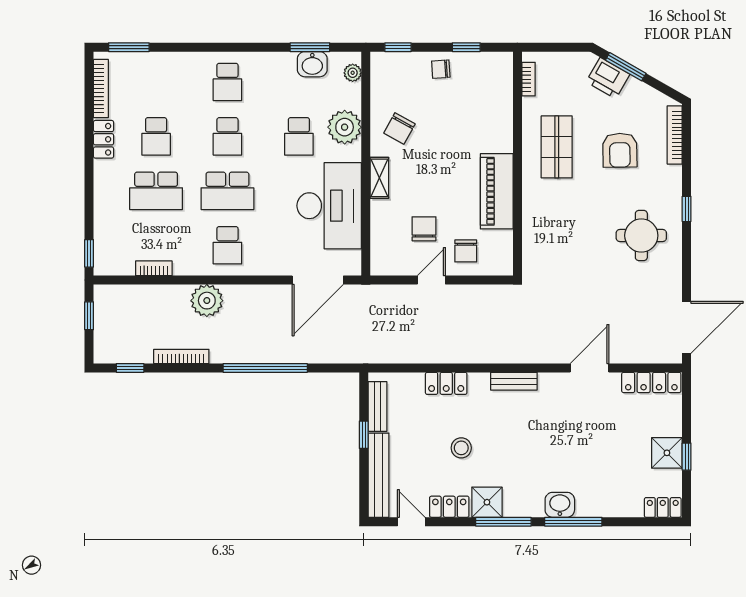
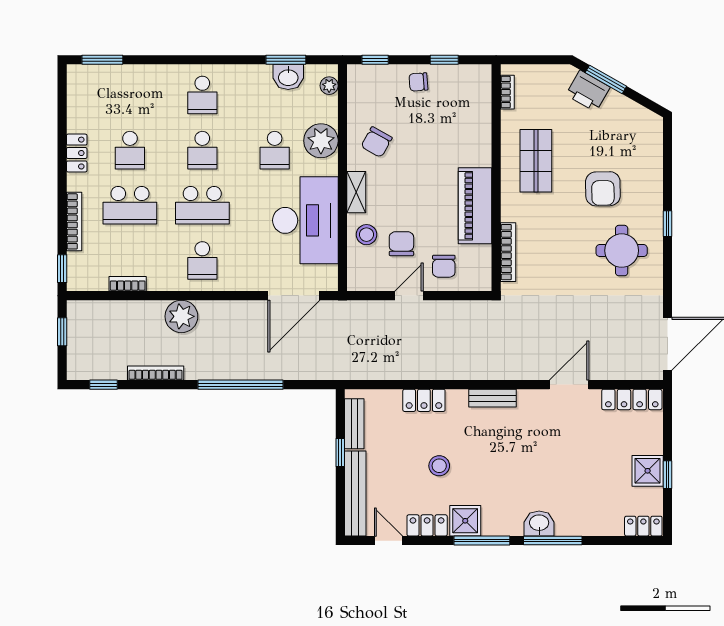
bookcase: (101, 89) -> (74, 221), moved
bookcase: (675, 135) -> (508, 252), moved, turned 180
armchair: (620, 150) -> (603, 189), moved
stool: (389, 220) -> (366, 235), added

